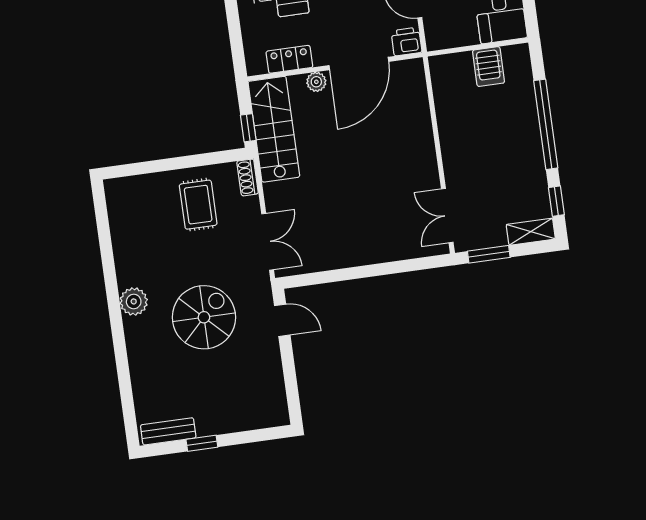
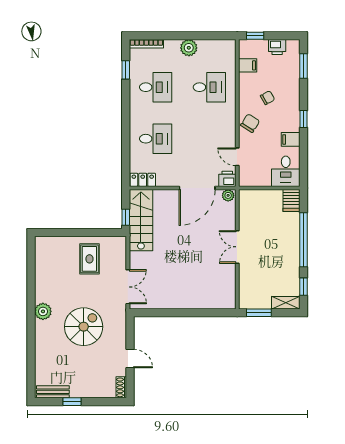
locker: (289, 59) -> (143, 180), moved
server rack: (489, 67) -> (292, 201), moved
plant: (316, 82) -> (228, 195), moved
shoe rack: (248, 177) -> (121, 387), moved
double door: (447, 216) -> (237, 247), moved
door: (282, 320) -> (130, 359), moved

